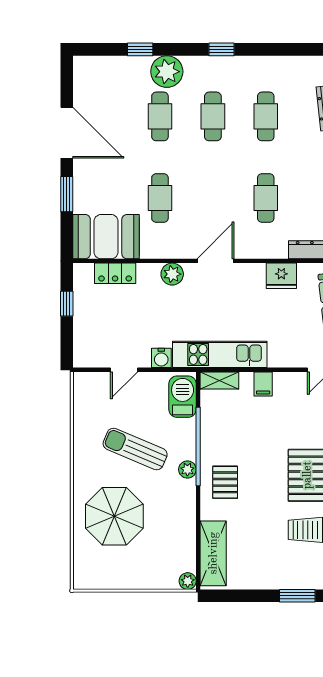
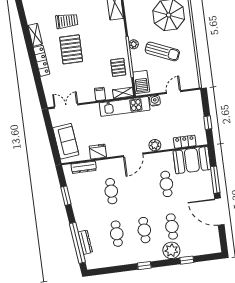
window: (67, 194) -> (215, 180), width x1.44
pallet: (225, 482) -> (118, 67), moved

